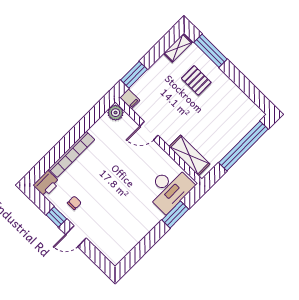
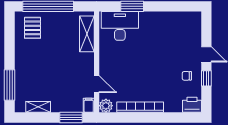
shelving: (178, 48) -> (38, 107), moved
pallet: (196, 80) -> (32, 28), moved
door: (149, 131) -> (97, 84), moved
bookcase: (72, 154) -> (140, 107), moved

